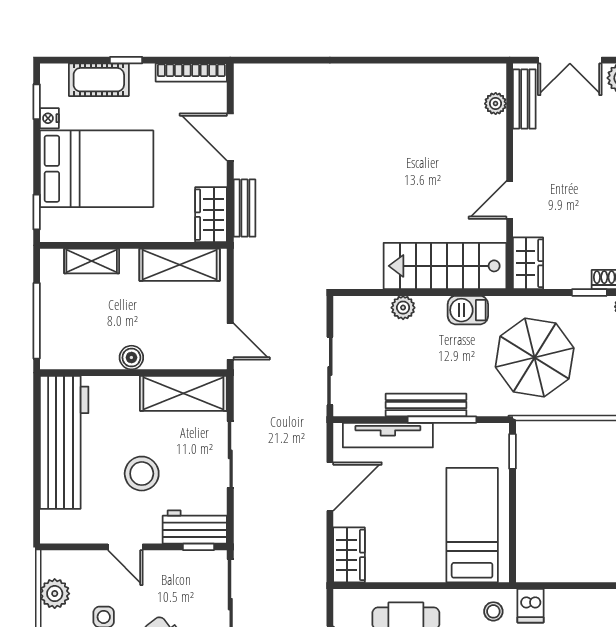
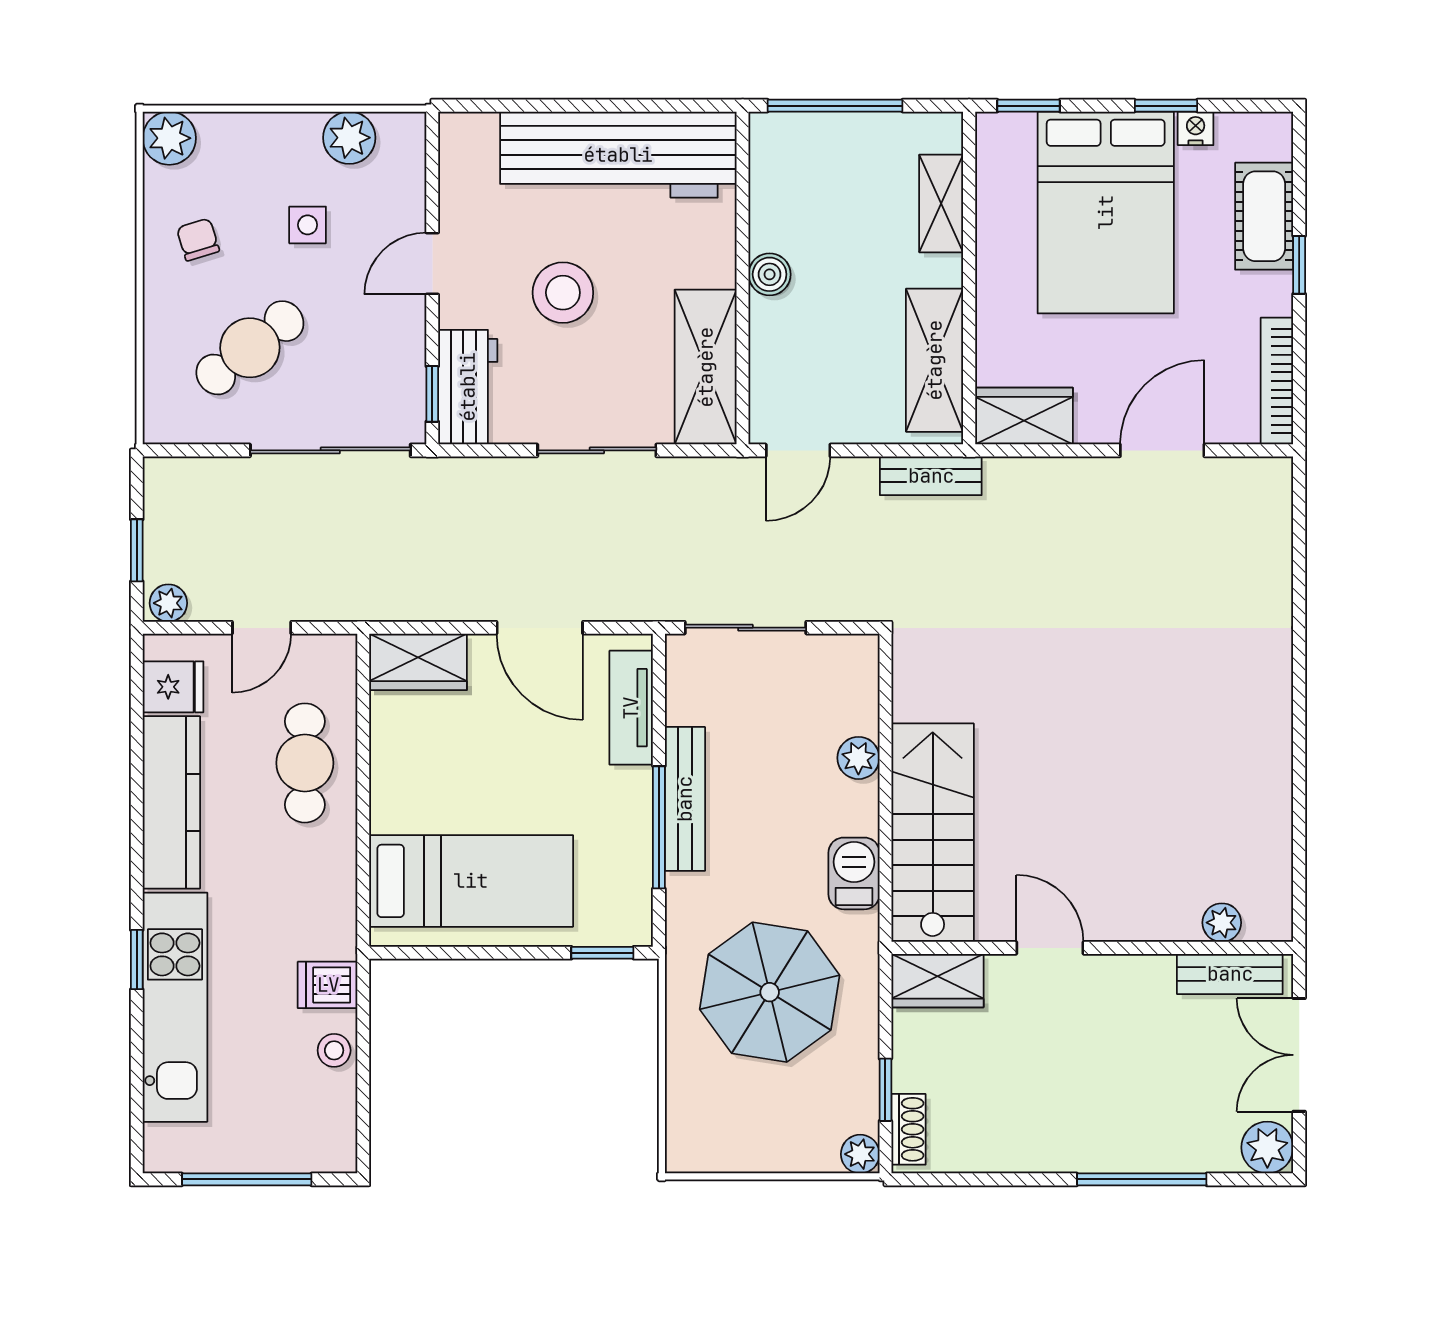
window: (37, 102) -> (1166, 106), moved
bench: (245, 208) -> (931, 476), moved
tv unit: (388, 435) -> (631, 708), width x0.71
stool: (493, 611) -> (334, 1050), moved

